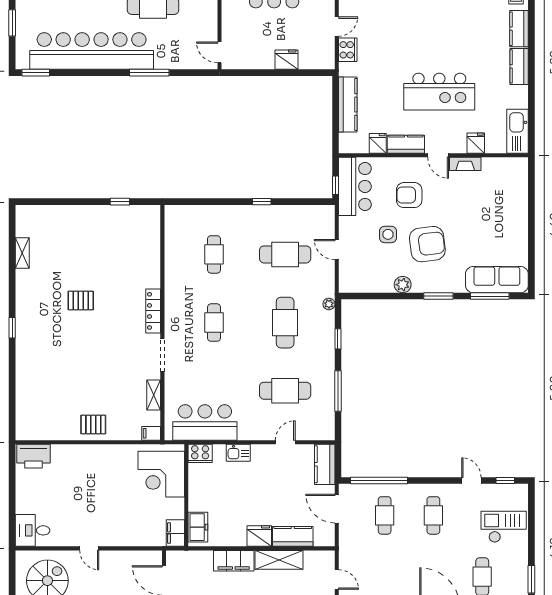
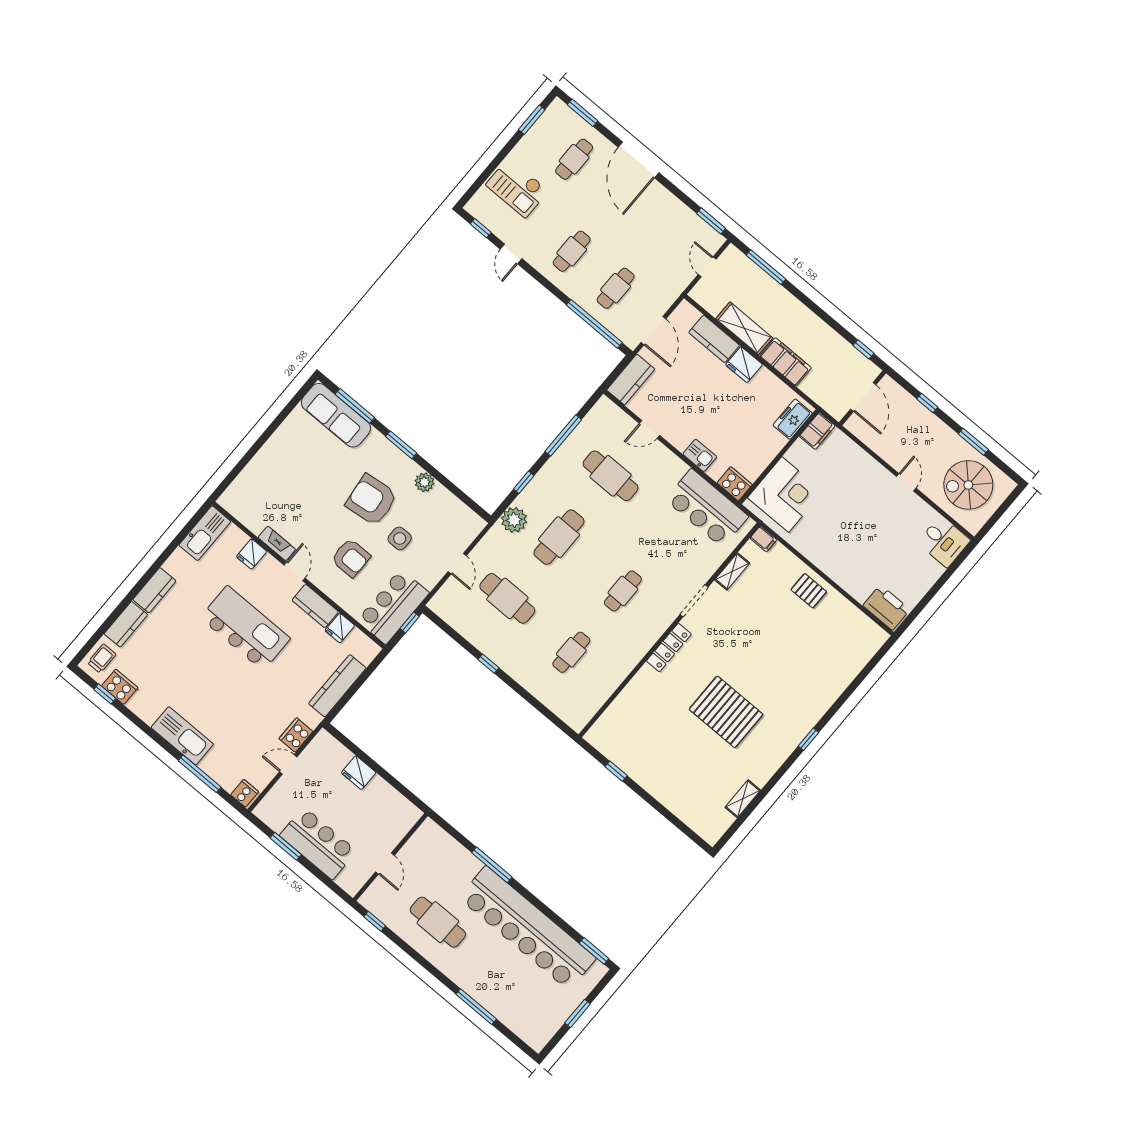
door: (219, 52) -> (385, 864), moved
pallet: (81, 300) -> (726, 712), width x2.05, depth x2.00
plant: (329, 304) -> (514, 520), width x1.88, depth x1.88

